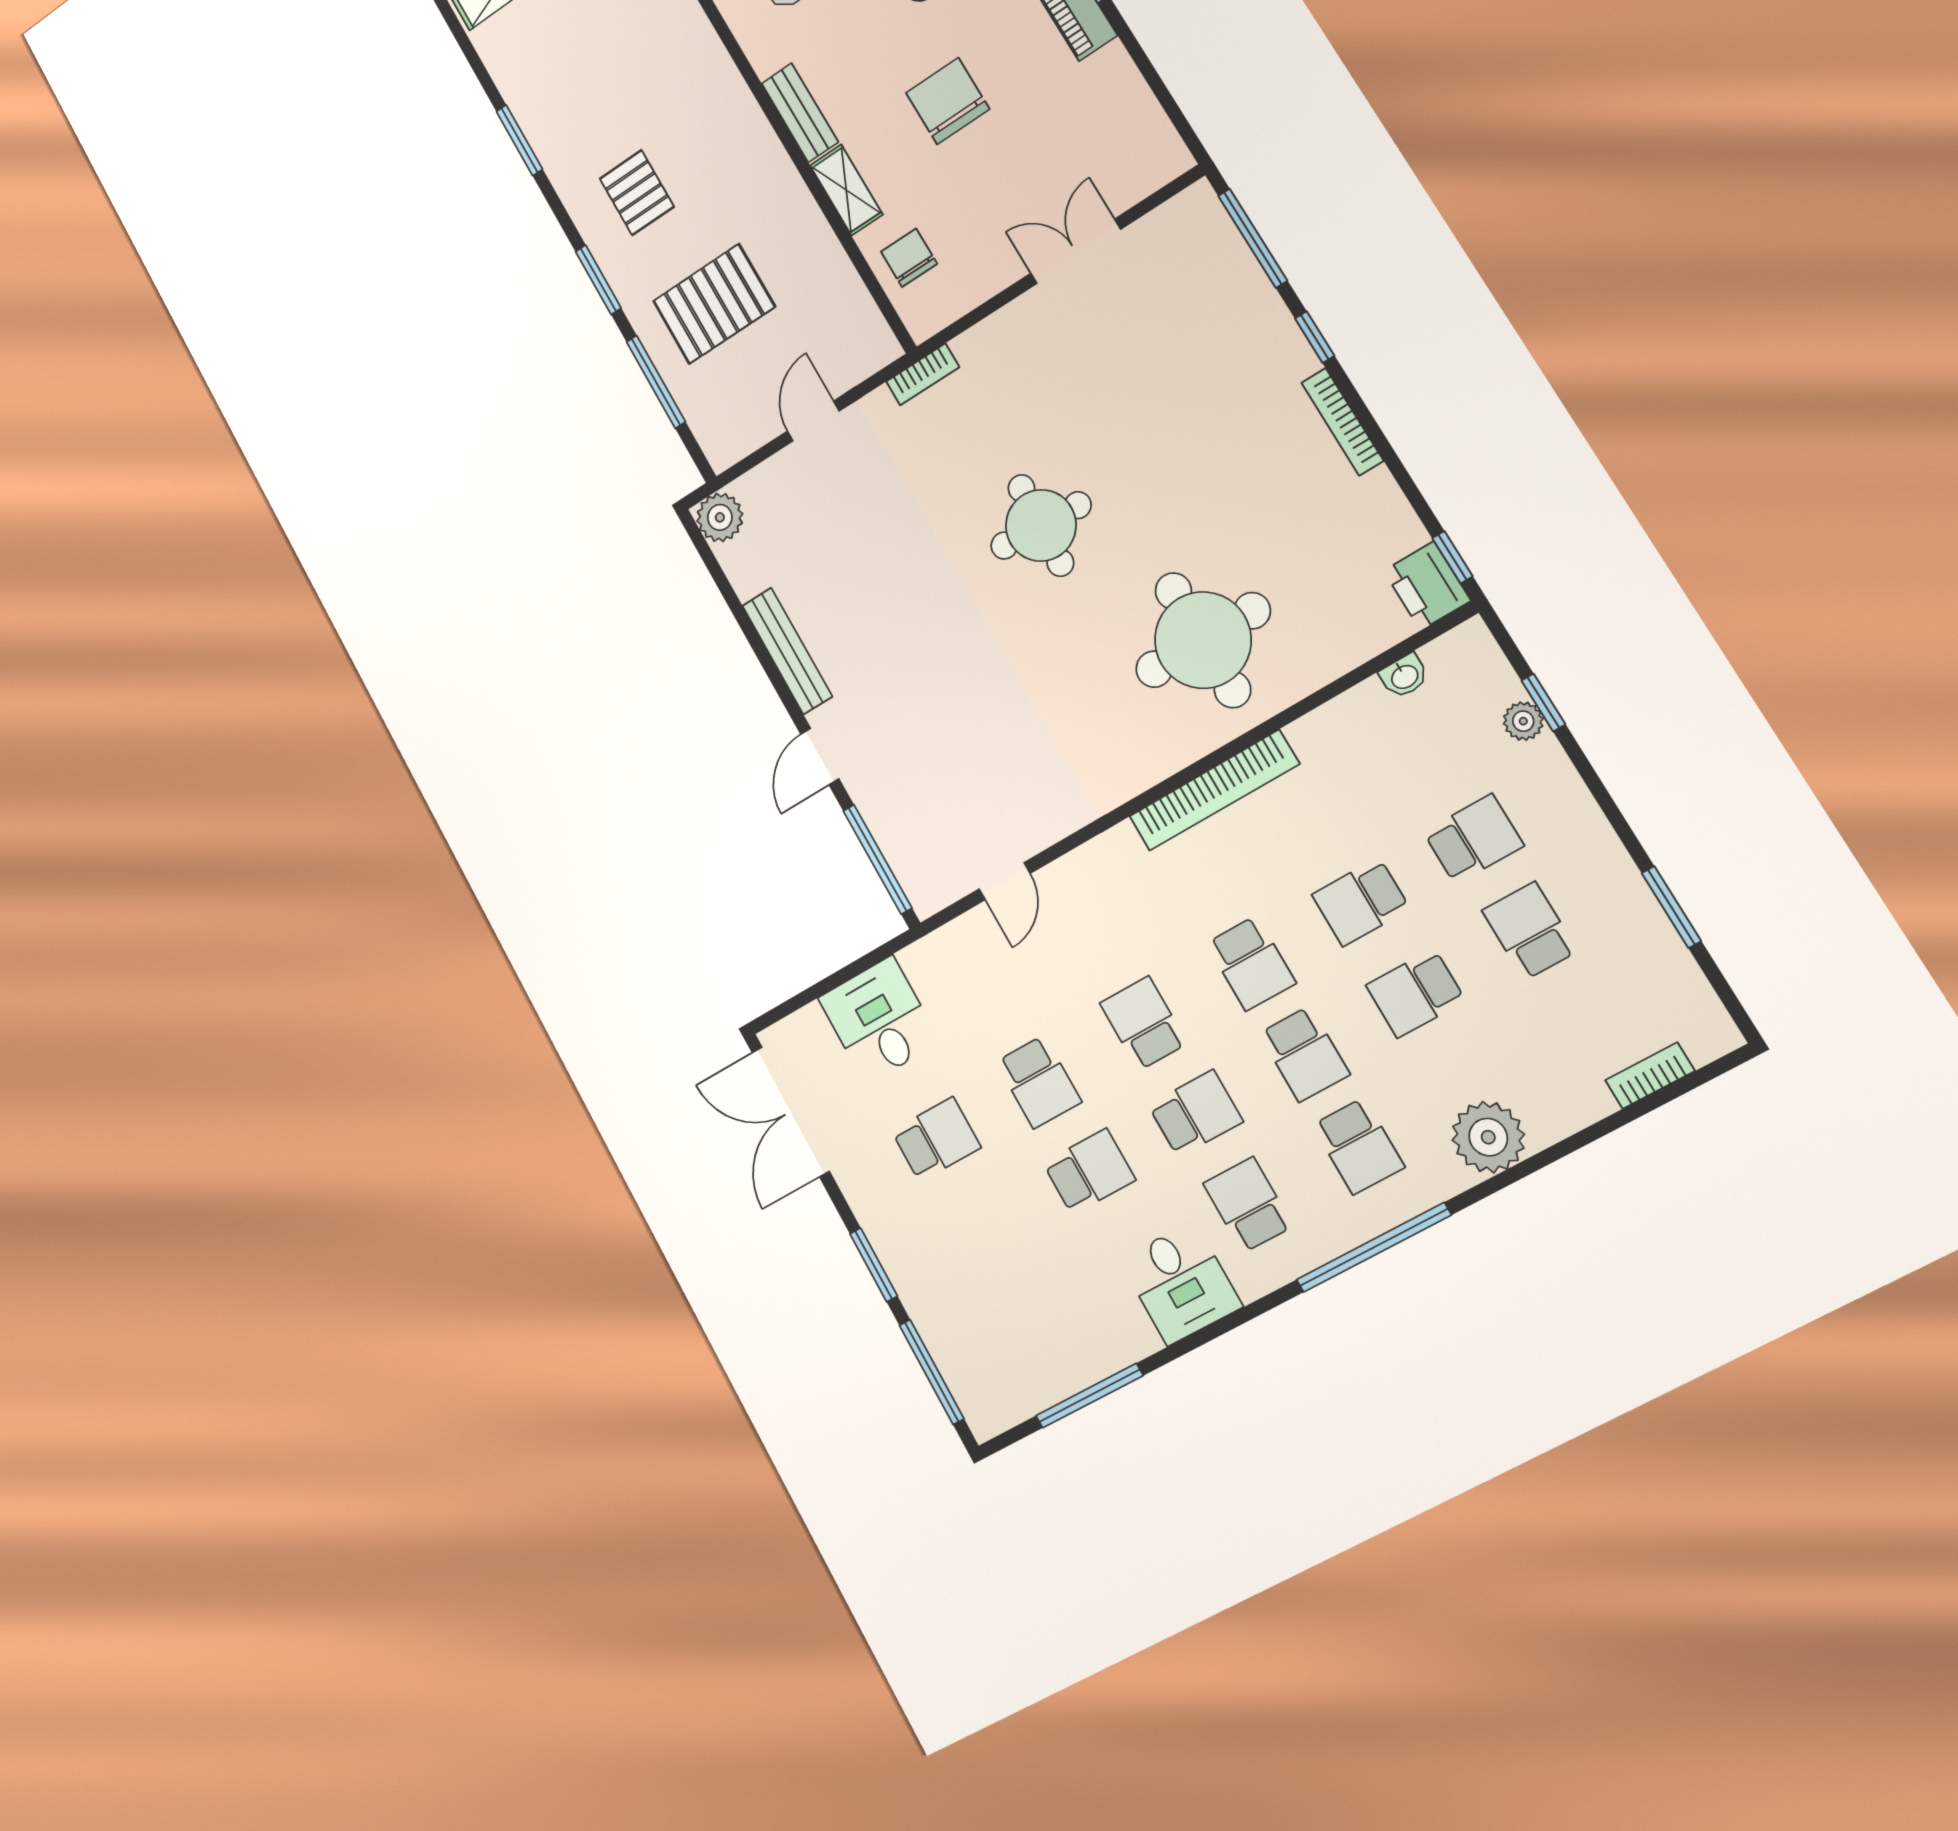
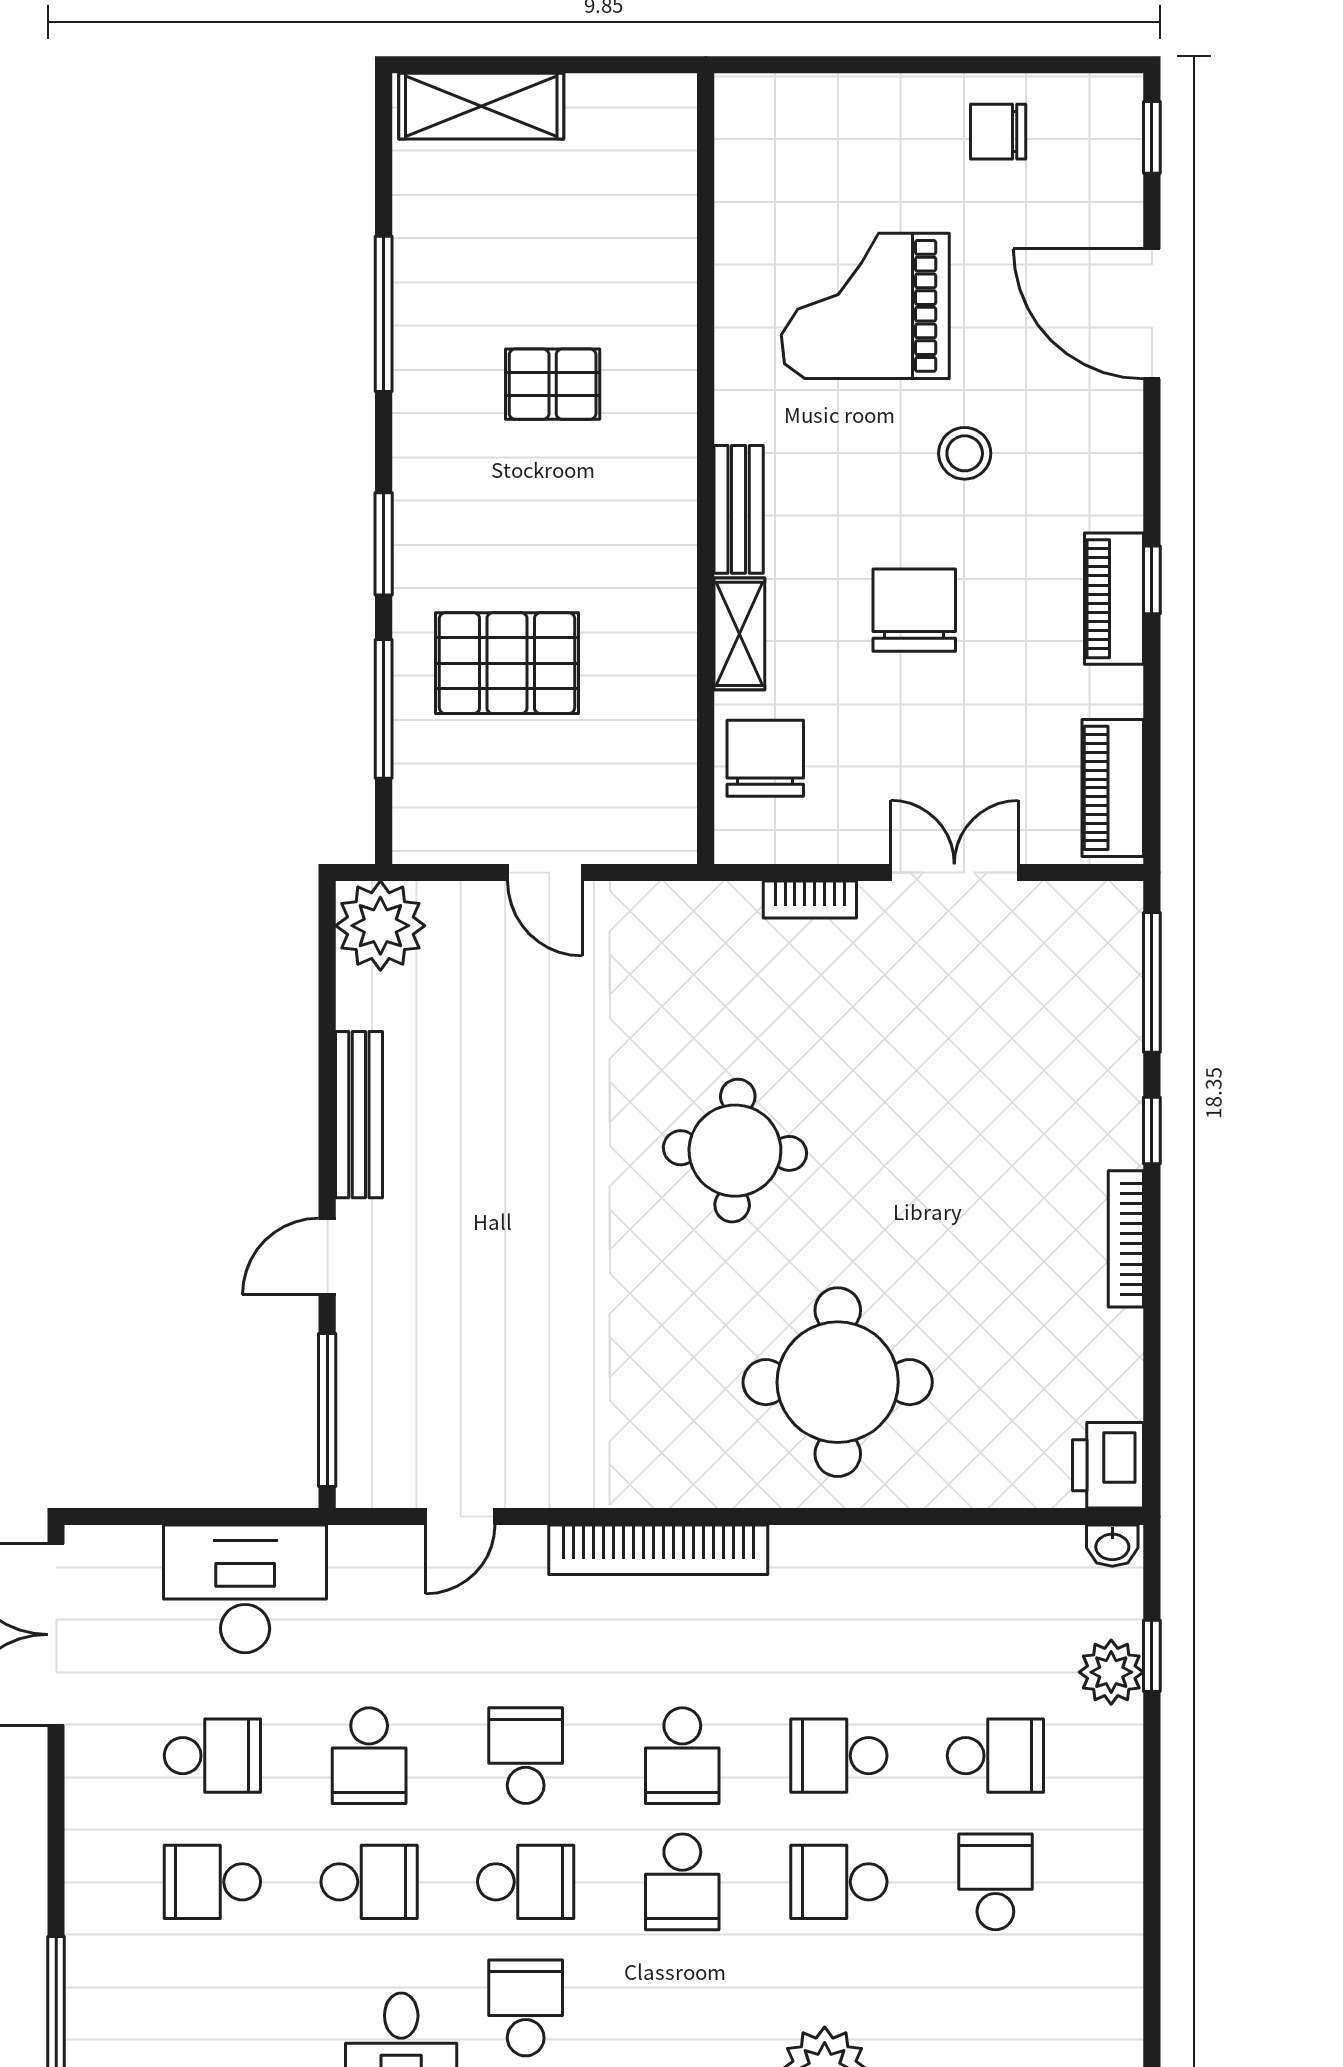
piano: (1147, 128) -> (1113, 788), added
window: (519, 140) -> (384, 314), width x1.44
pallet: (637, 193) -> (553, 384), moved, turned 90
chair: (909, 258) -> (765, 758), width x1.37, depth x1.37
bookcase: (923, 374) -> (810, 900), moved
door: (813, 421) -> (545, 873), swing flipped
plant: (720, 517) -> (380, 926), width x1.36, depth x1.36
window: (1452, 557) -> (1152, 1451), removed
washbasin: (1404, 676) -> (1112, 1546), moved
plant: (1523, 721) -> (1111, 1672), width x1.38, depth x1.38
bookcase: (1214, 790) -> (658, 1550), moved
window: (1671, 907) -> (1152, 1936), removed
desk: (879, 1020) -> (245, 1589), width x1.37
school desk: (1358, 1146) -> (212, 1882), moved, turned 90
window: (874, 1265) -> (56, 1855), removed

